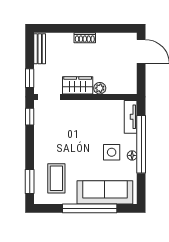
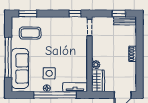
window: (30, 78) -> (119, 14), moved
wardrobe: (78, 85) -> (98, 81), moved

